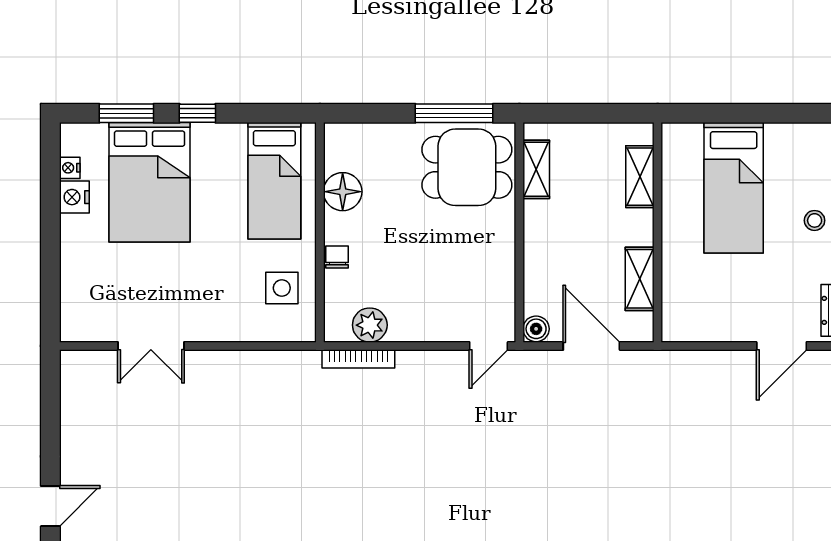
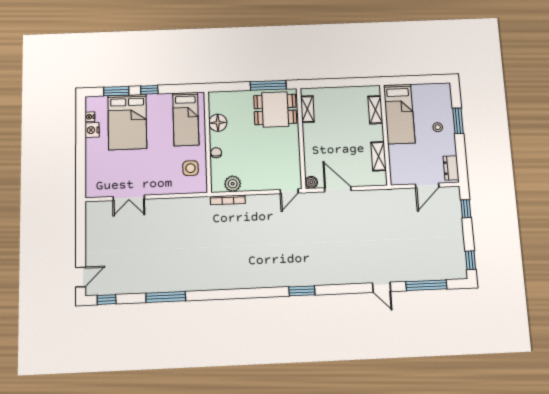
shelving: (640, 177) -> (375, 110), moved
wall: (658, 232) -> (385, 135), moved
shelving: (640, 279) -> (379, 156), moved

